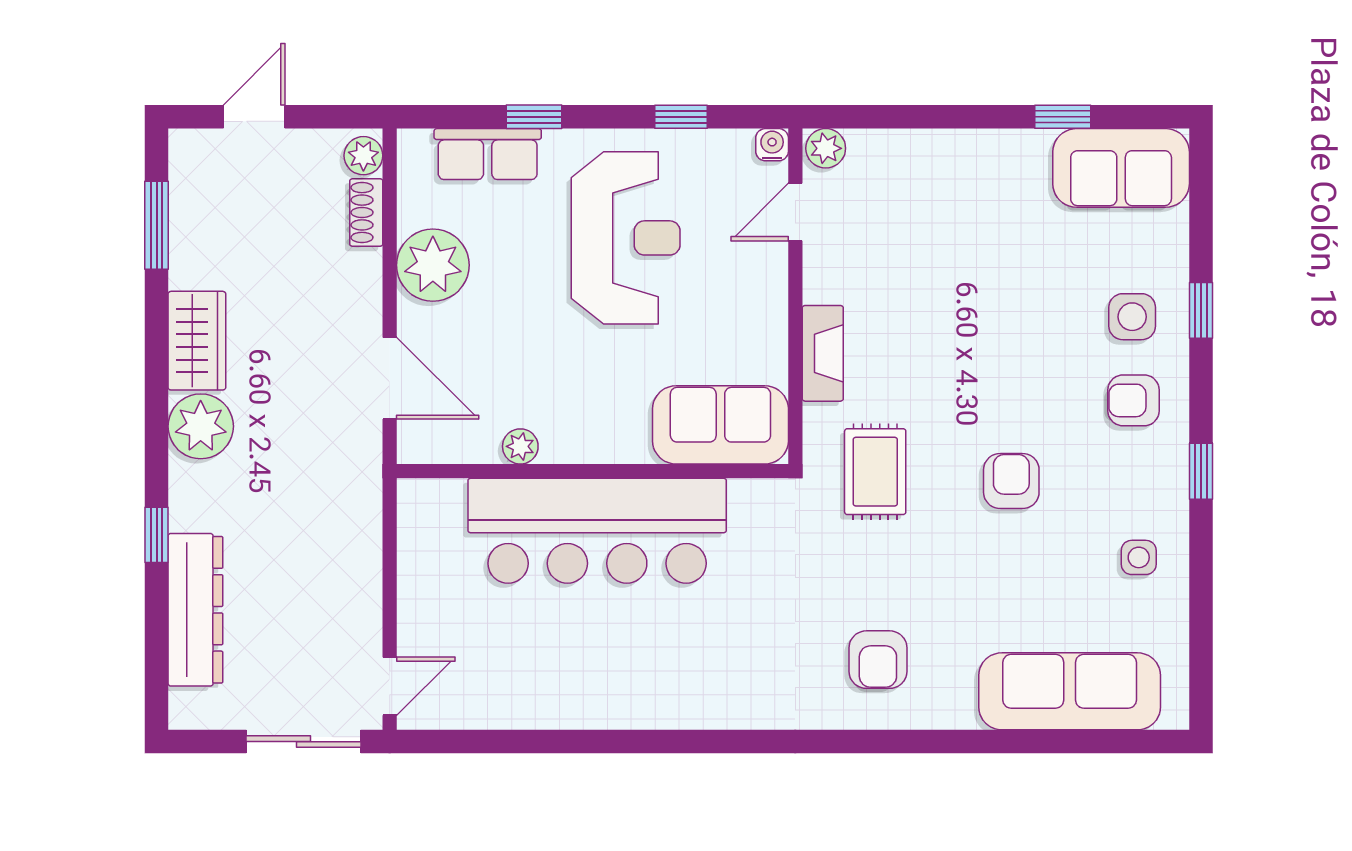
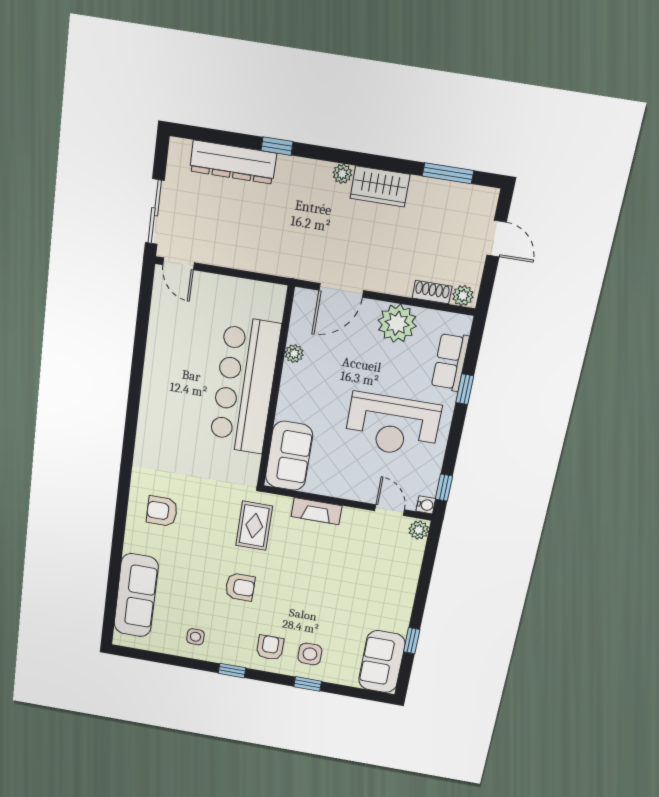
window: (681, 117) -> (444, 488), moved
plant: (201, 426) -> (342, 174), width x0.53, depth x0.53
rug: (875, 472) -> (254, 526), turned 90

